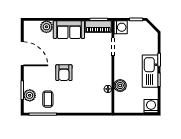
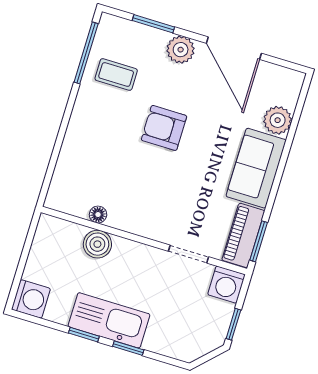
door: (22, 54) -> (234, 48), hinge flipped
plant: (30, 95) -> (181, 50), moved

